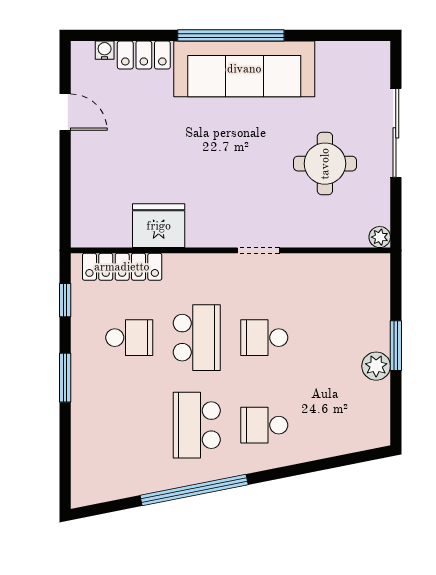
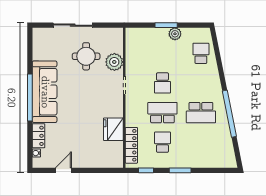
plant: (380, 237) -> (114, 62), moved, width x1.88, depth x1.88
school desk: (264, 425) -> (201, 53), moved, turned 180

